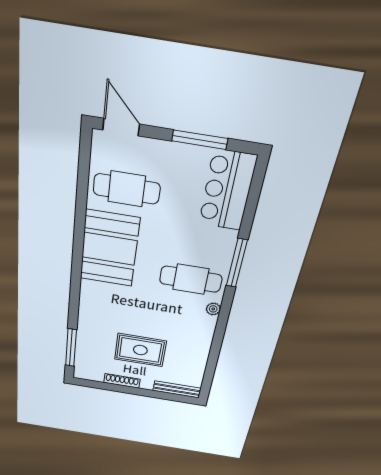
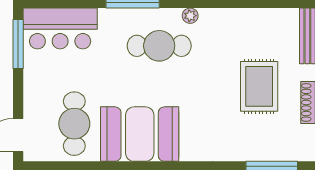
window: (200, 140) -> (18, 44), moved
cafe table: (191, 279) -> (159, 46), turned 90

